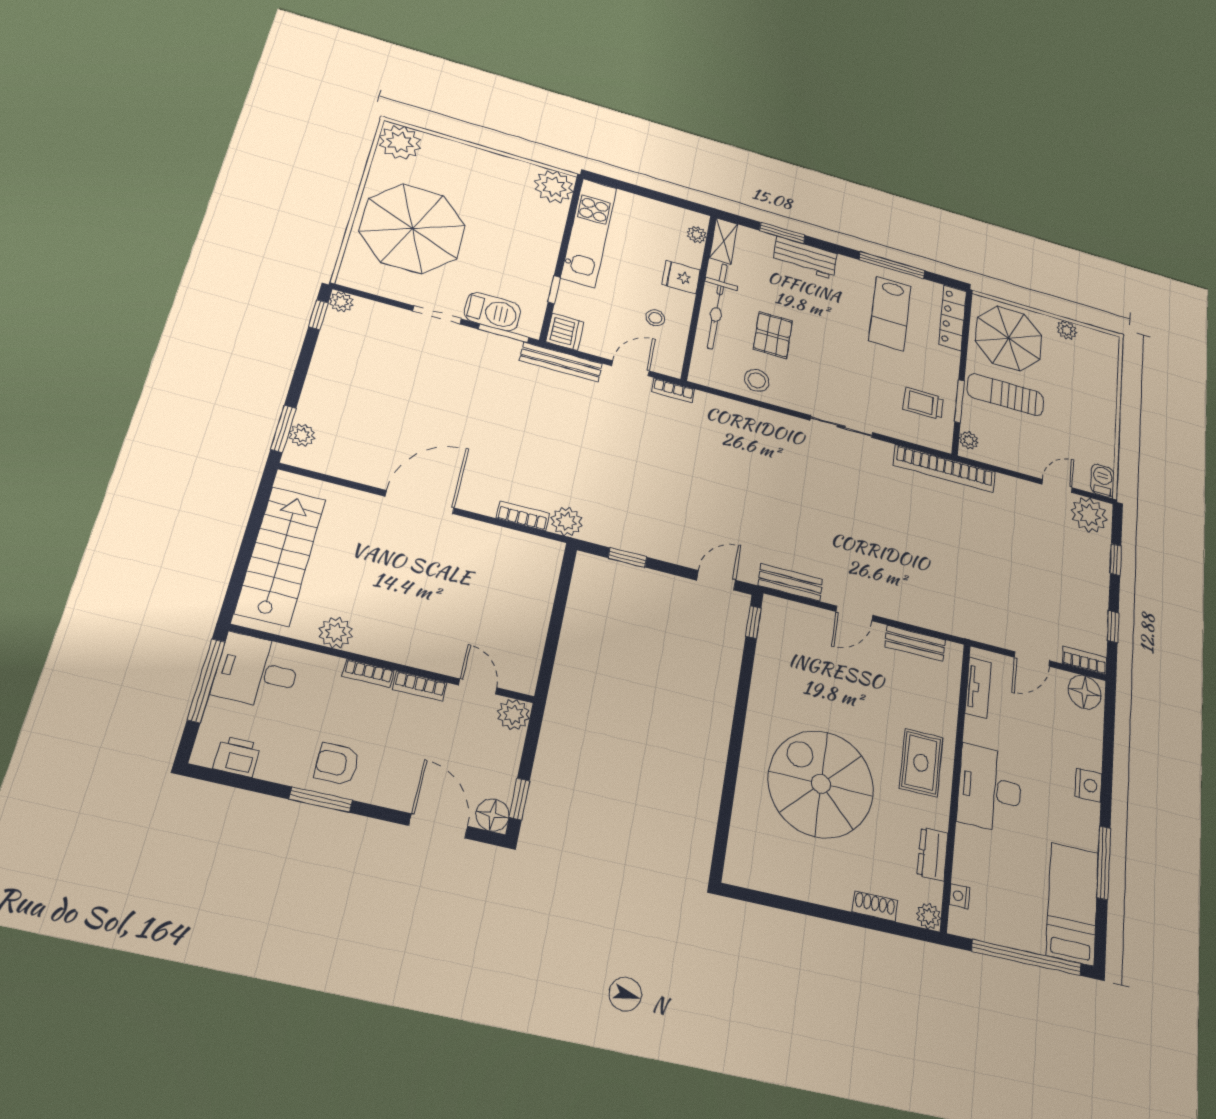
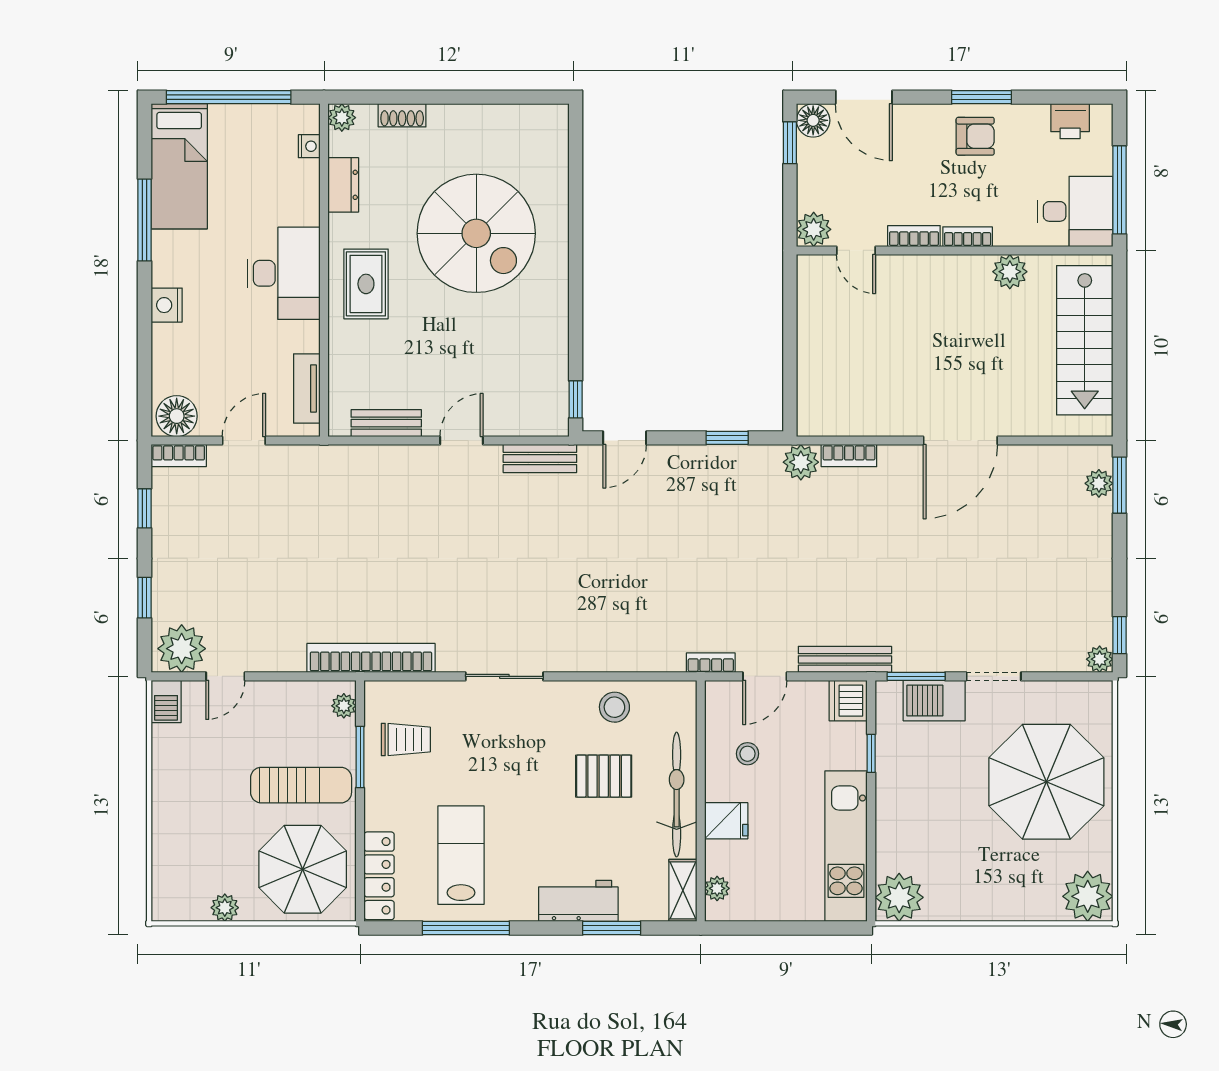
pallet: (773, 335) -> (604, 776), turned 90

